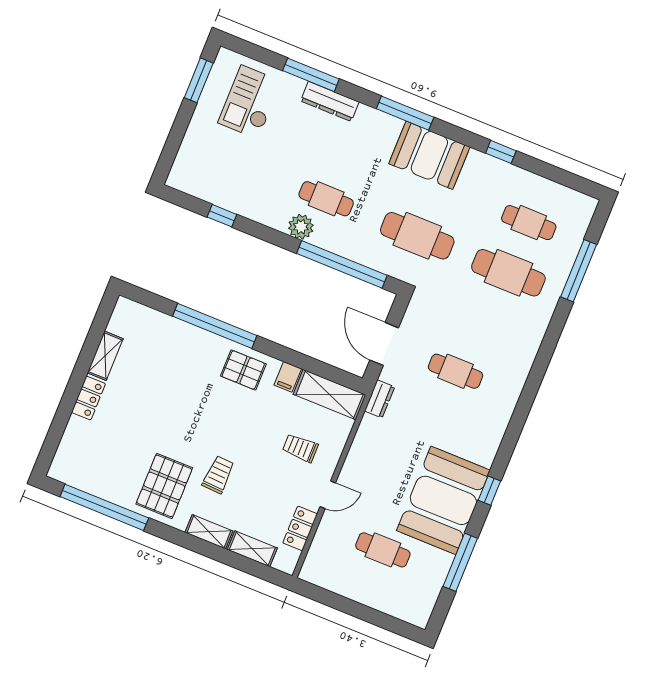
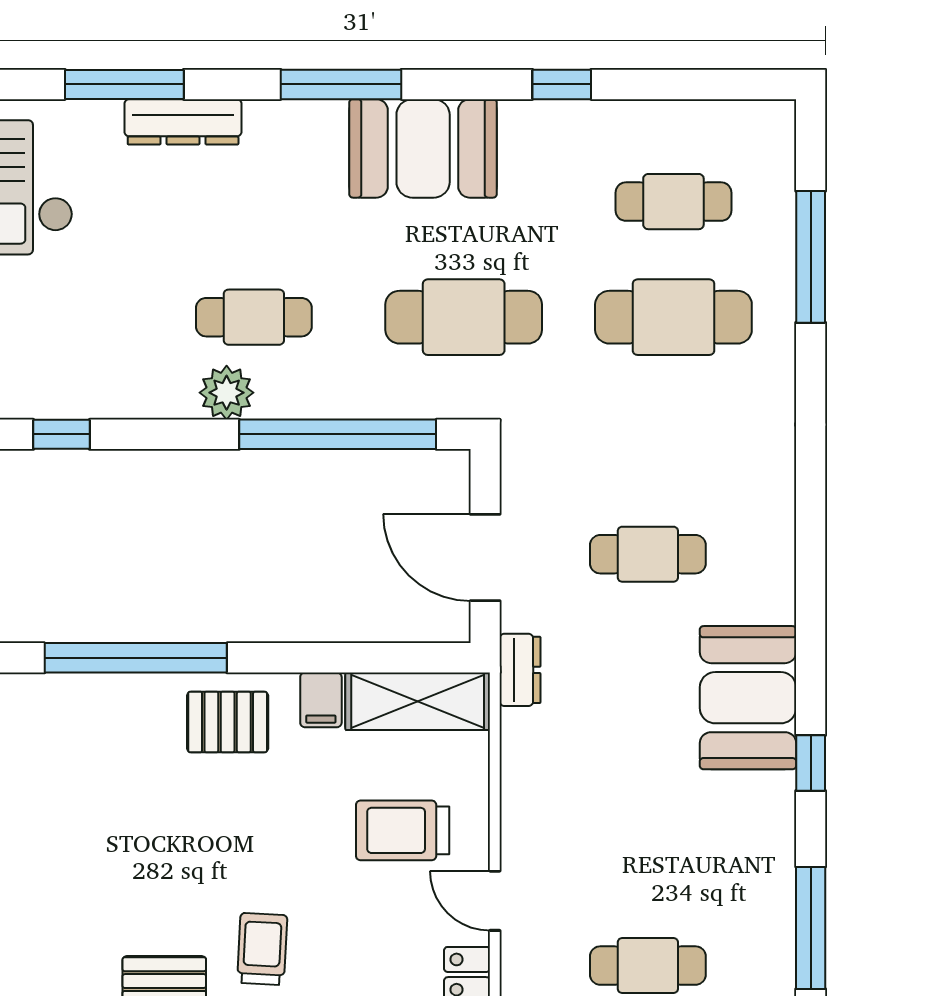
trolley: (300, 448) -> (403, 830), width x1.36, depth x1.39
door: (328, 495) -> (495, 901), swing flipped
booth: (443, 500) -> (748, 698), moved, width x0.73, depth x0.70

